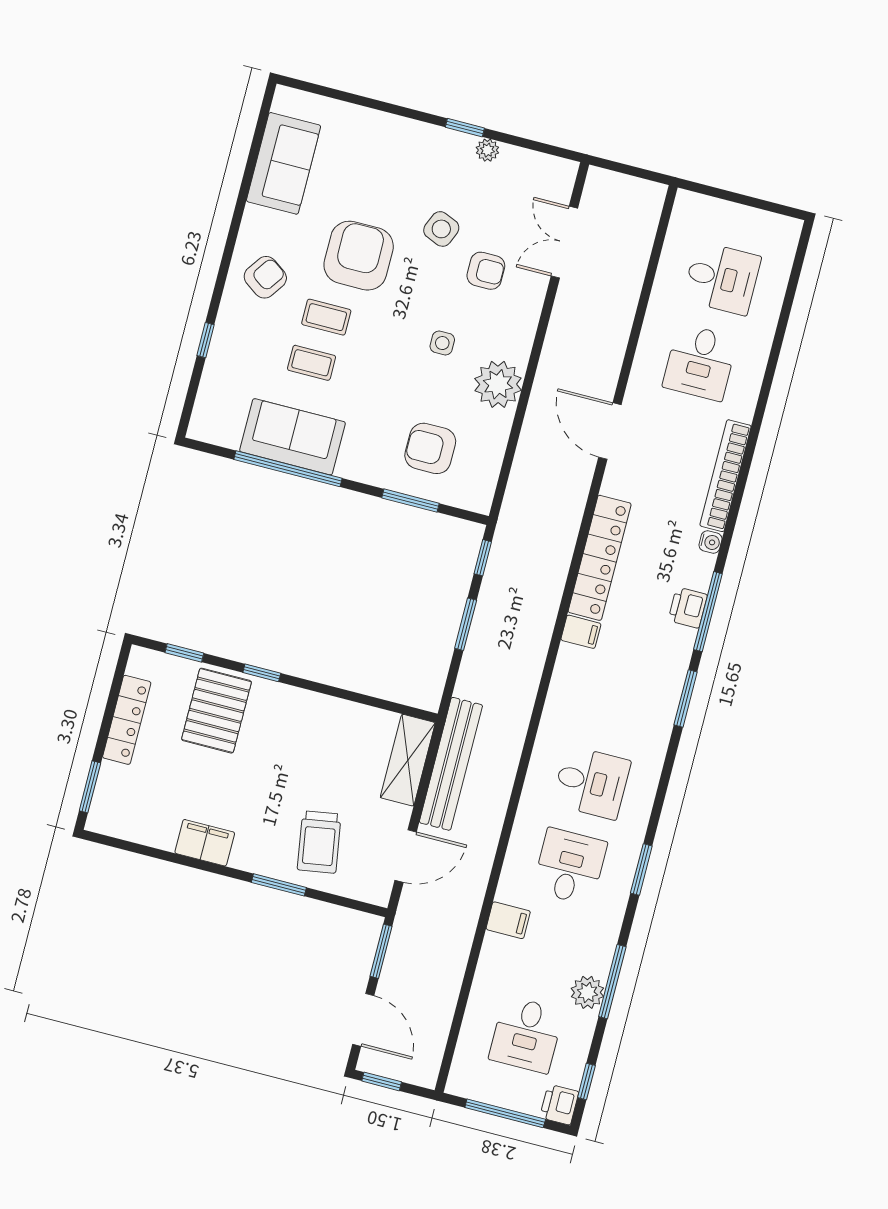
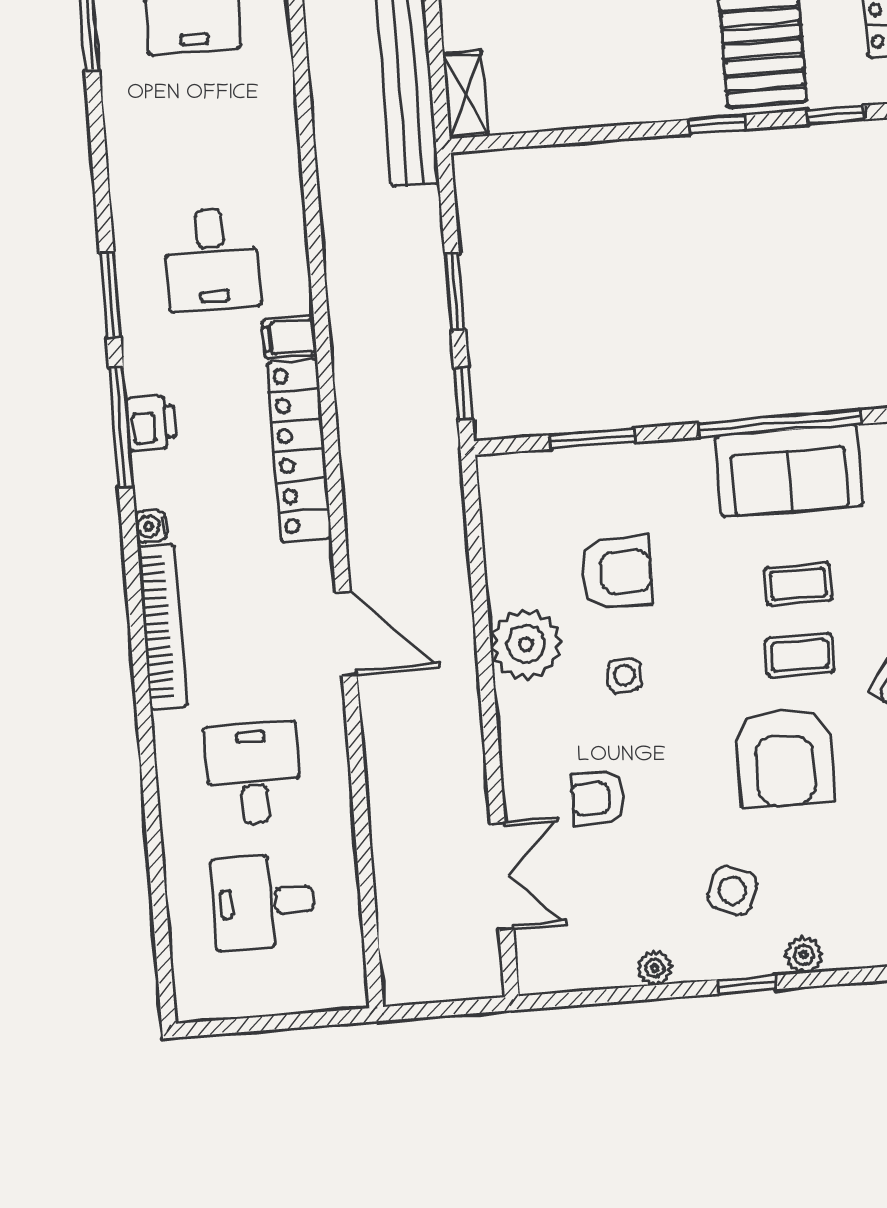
plant: (390, 126) -> (804, 955), added
window: (465, 128) -> (747, 985), moved
side table: (441, 229) -> (732, 890), moved
armchair: (430, 448) -> (616, 573), moved
shelving: (408, 760) -> (465, 95), width x0.67, depth x0.75
desk: (591, 782) -> (212, 259), moved, turned -90

